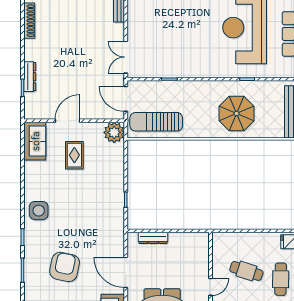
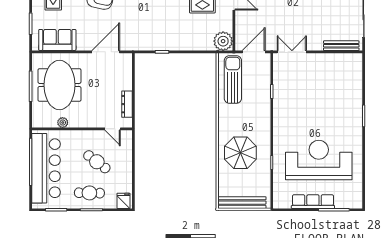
dresser: (153, 238) -> (127, 104), moved
cafe table: (246, 271) -> (97, 162), turned -71
door: (126, 272) -> (106, 52), moved
door: (210, 287) -> (113, 129), moved

